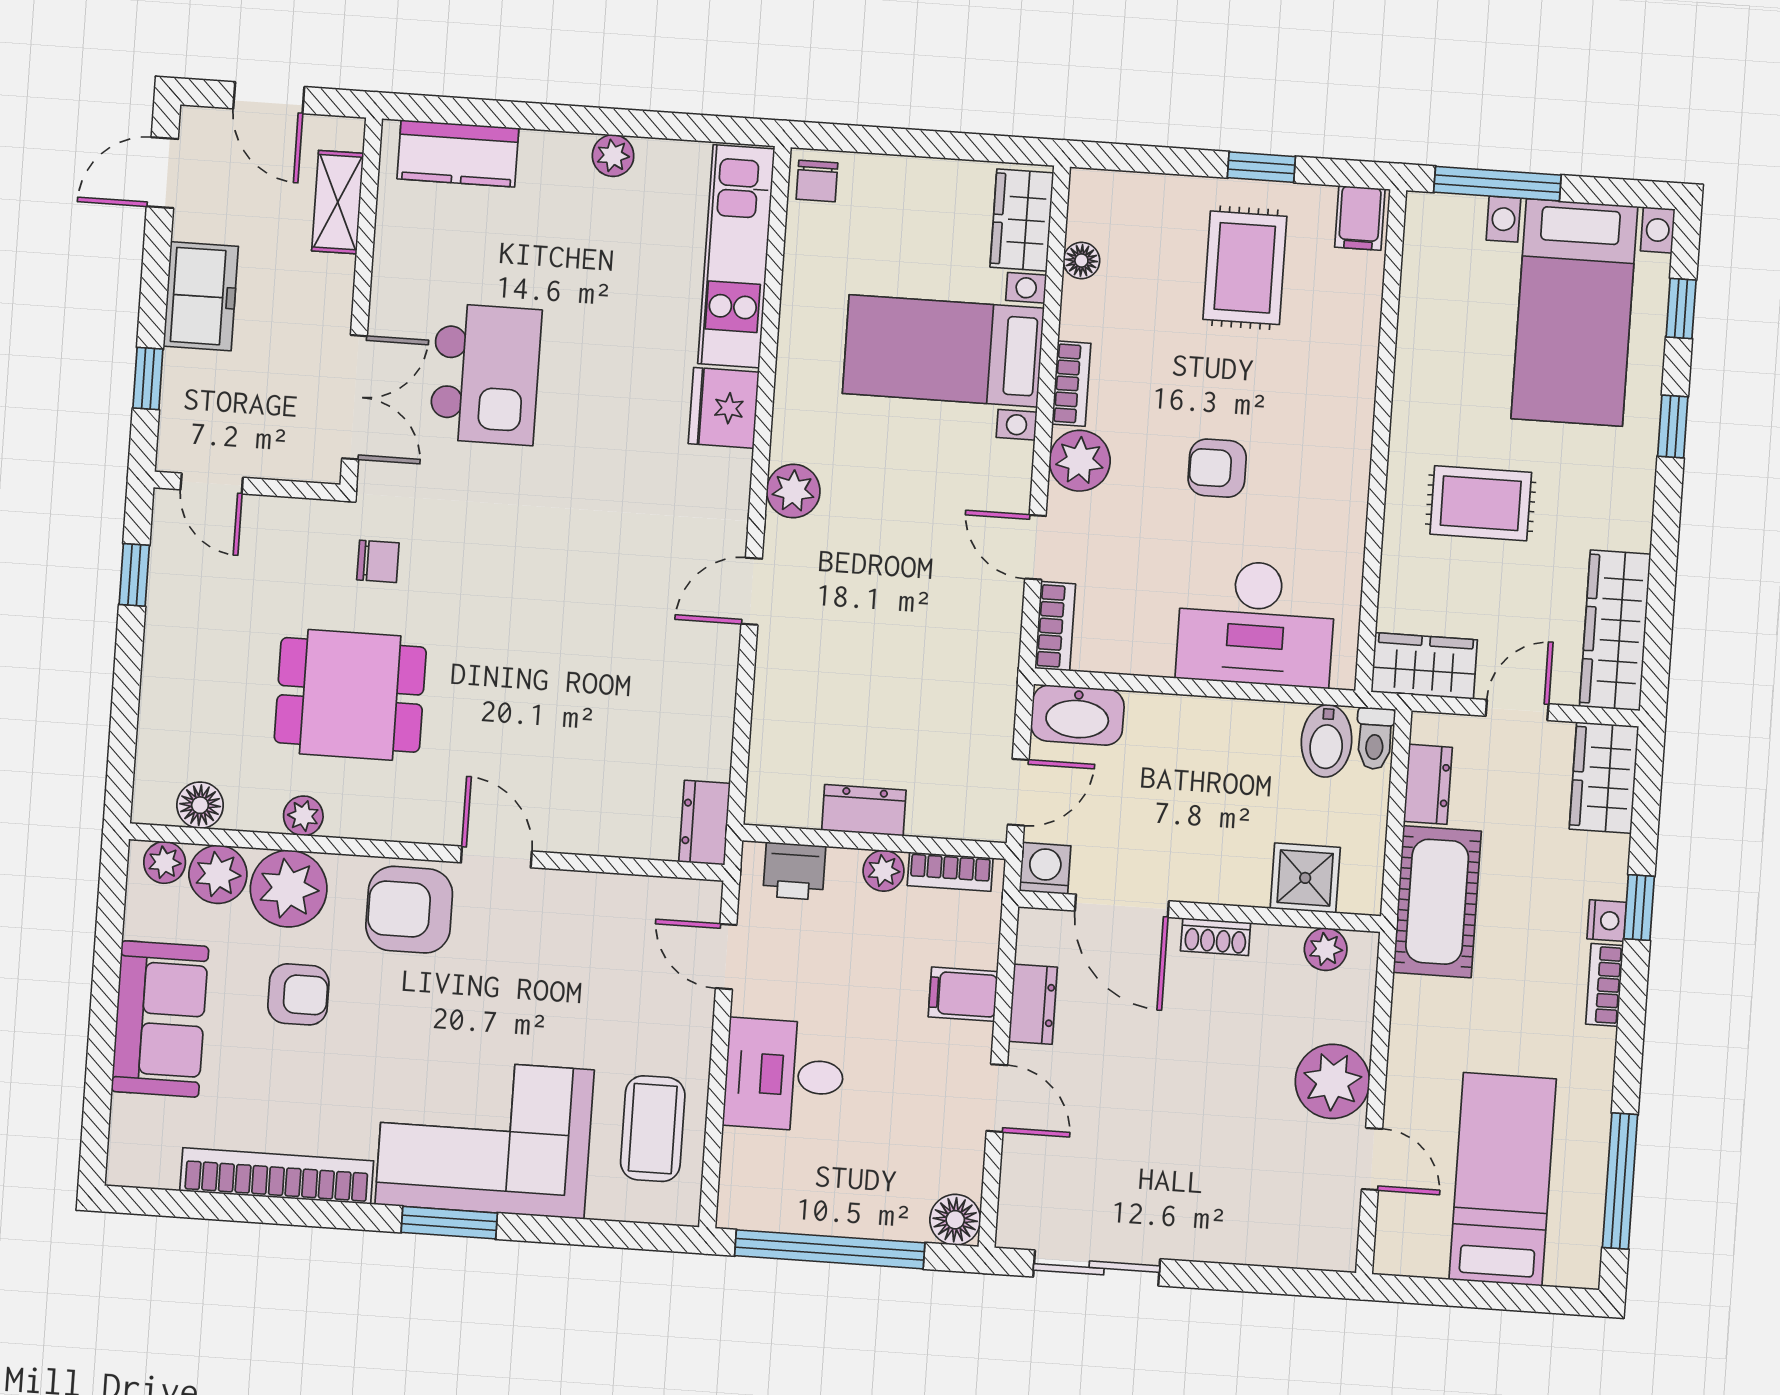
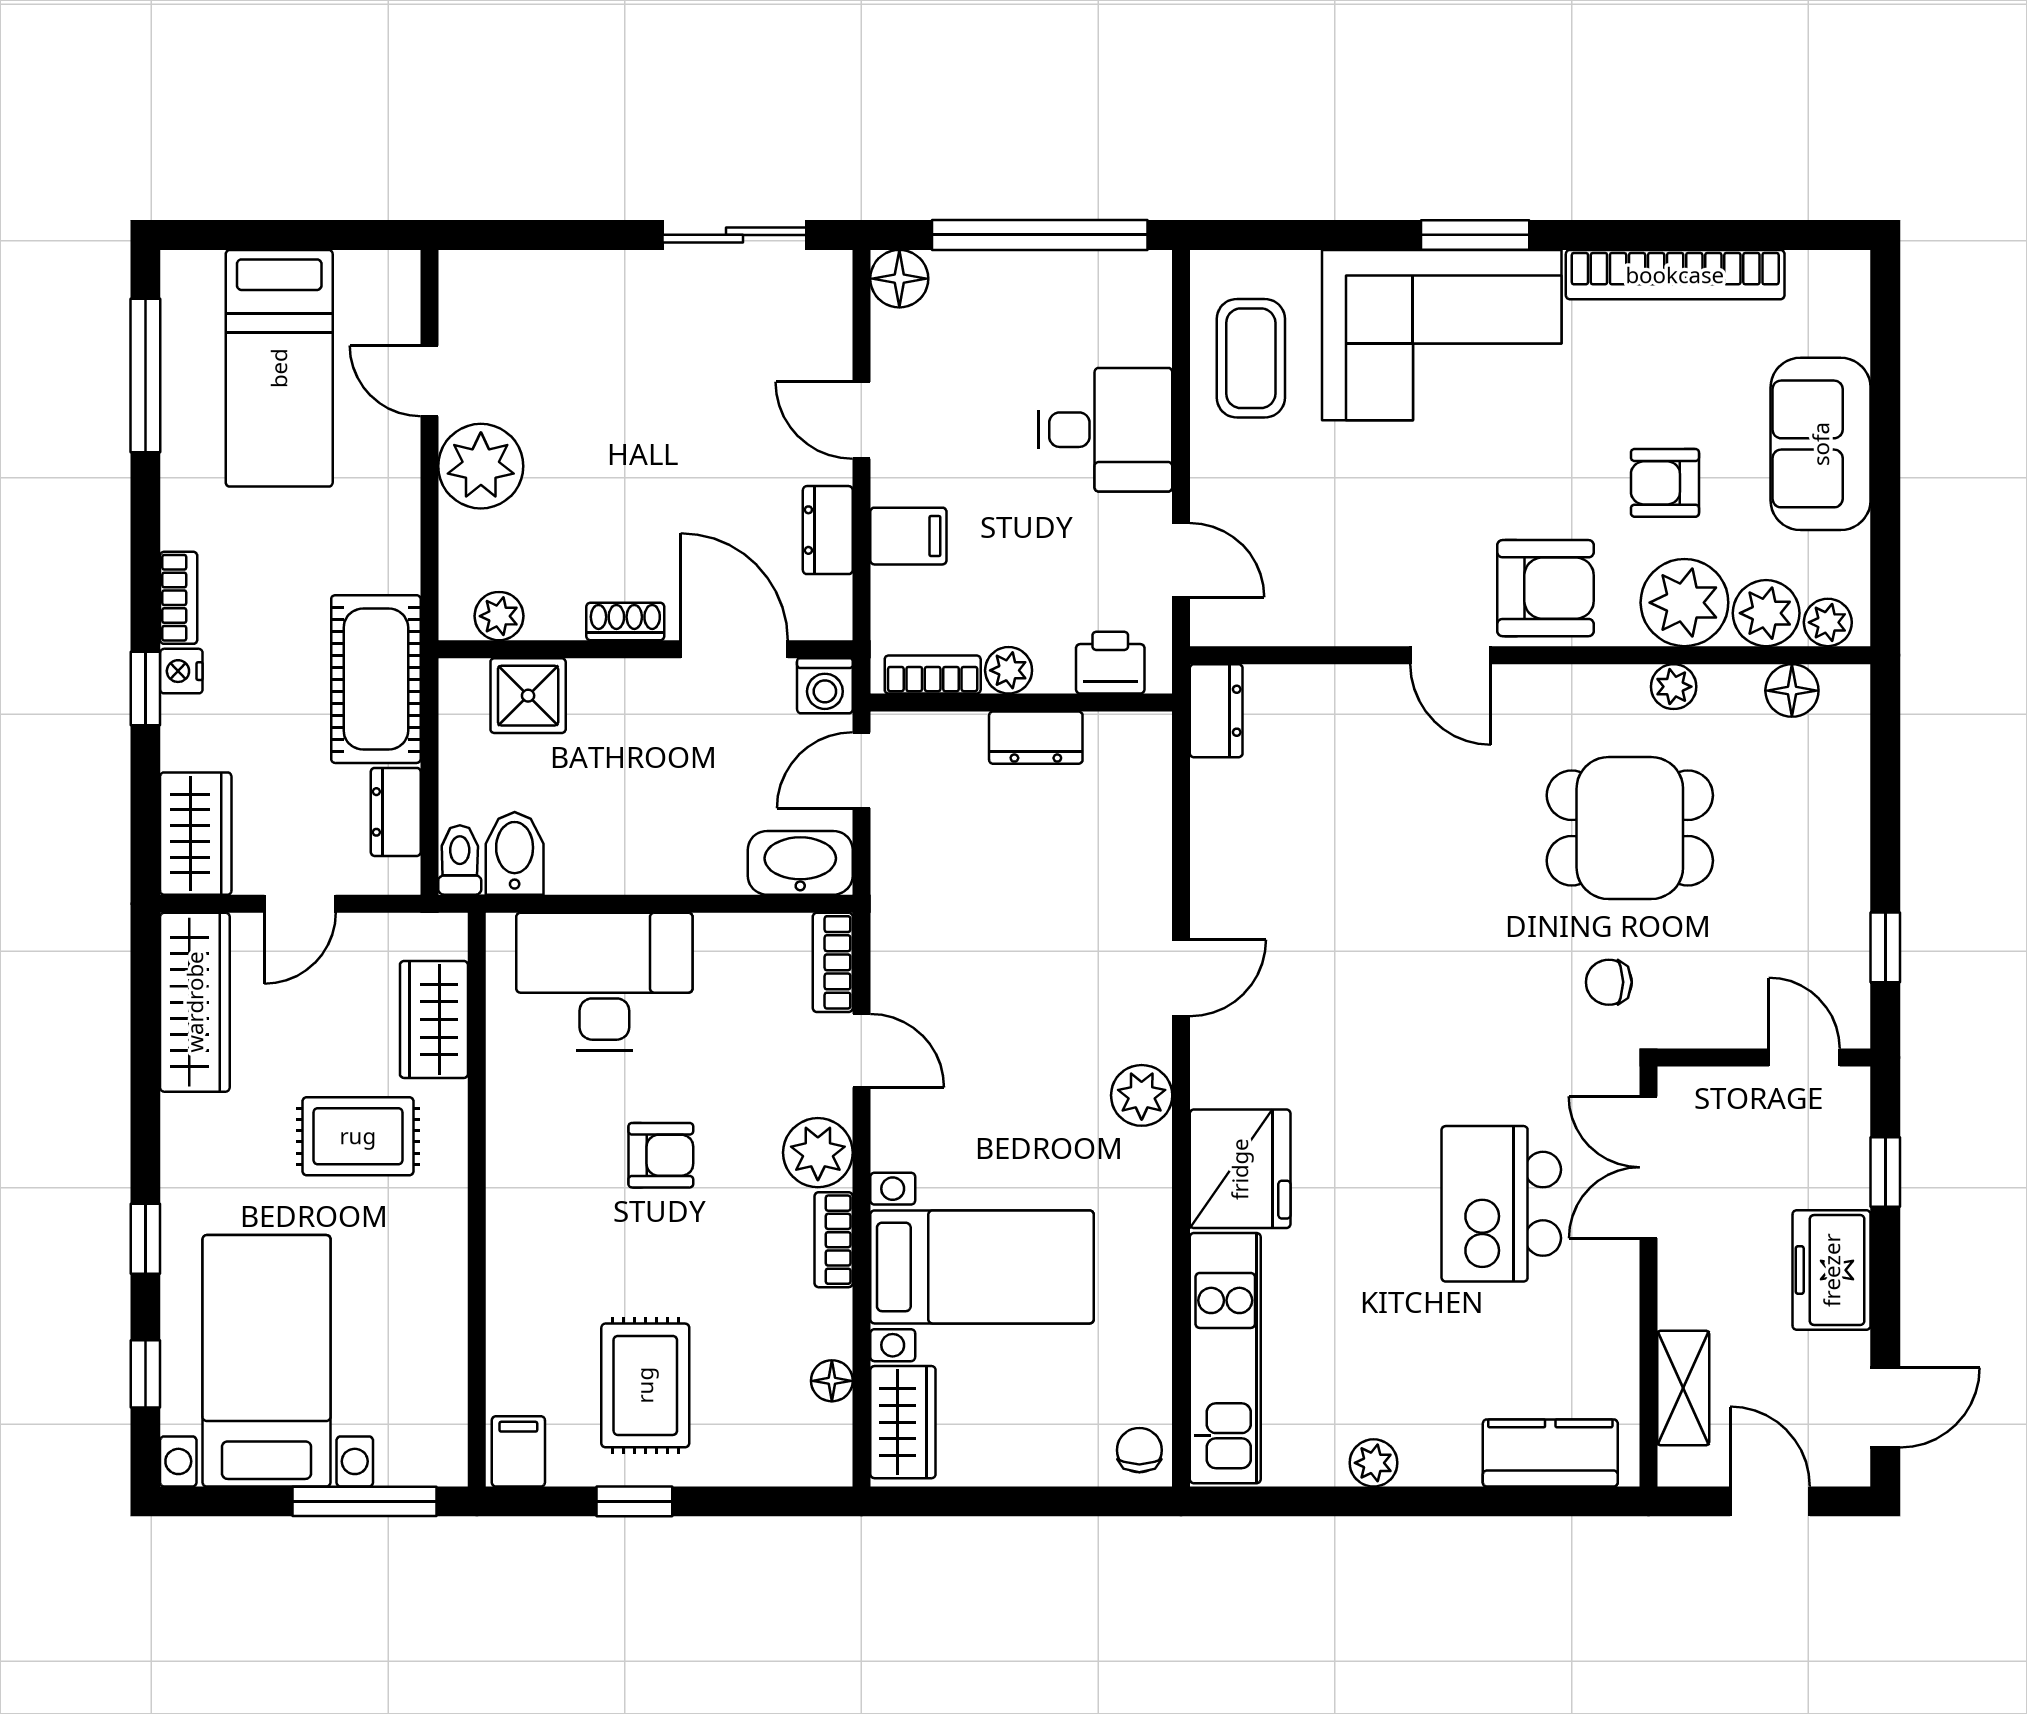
fridge: (724, 408) -> (1240, 1169), width x1.36, depth x1.34
wardrobe: (1424, 666) -> (434, 1019), moved, turned 90

